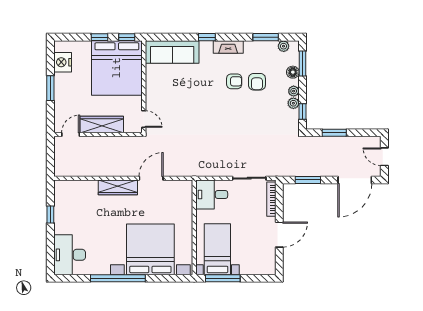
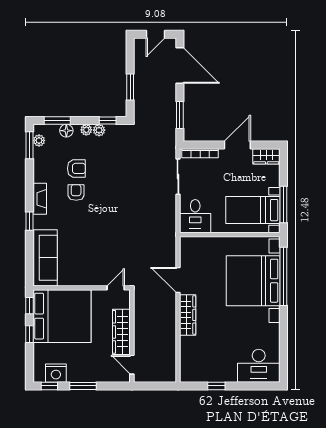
window: (266, 37) -> (29, 145), moved
window: (50, 56) -> (49, 386), added
door: (279, 235) -> (237, 145), hinge flipped
wardrobe: (268, 262) -> (266, 156), added
window: (118, 278) -> (283, 276), moved

